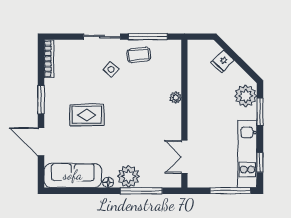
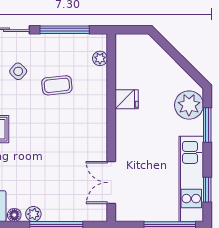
coffee table: (139, 55) -> (57, 85), moved
fridge: (223, 61) -> (127, 99), moved, turned -135
plant: (176, 97) -> (100, 58), moved
plant: (128, 176) -> (33, 214), width x0.53, depth x0.53

